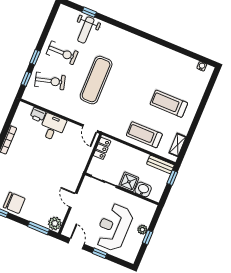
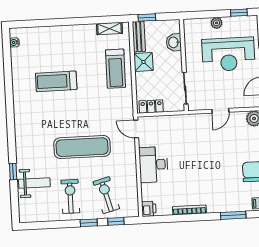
window: (89, 12) -> (13, 172), moved
treadmill: (169, 104) -> (56, 81), moved, turned 90
printer: (38, 115) -> (149, 209), moved
desk: (53, 127) -> (153, 164), width x1.37
door: (90, 128) -> (136, 129), swing flipped
shower: (129, 182) -> (143, 62), moved
window: (148, 237) -> (239, 13), moved

